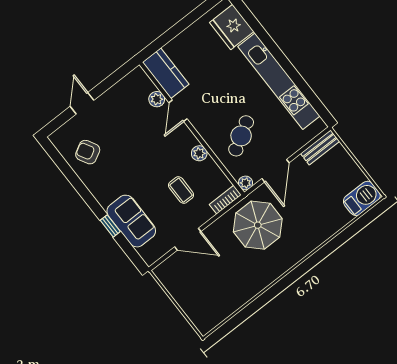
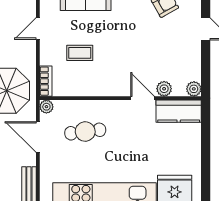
cafe table: (241, 136) -> (85, 132), turned -66
plant: (199, 153) -> (194, 89), moved
door: (188, 239) -> (38, 29), width x0.73

